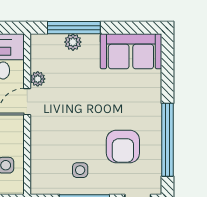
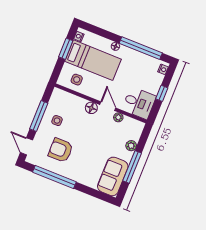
window: (74, 28) -> (132, 167), moved
floor lamp: (40, 126) -> (91, 108), added

